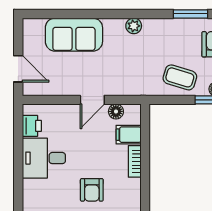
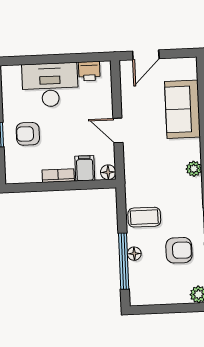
coffee table: (180, 77) -> (144, 217), turned 73
floor lamp: (116, 111) -> (108, 172), moved
desk: (44, 158) -> (50, 85), width x1.37

